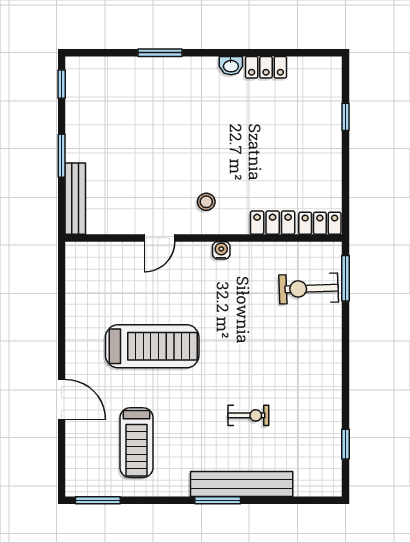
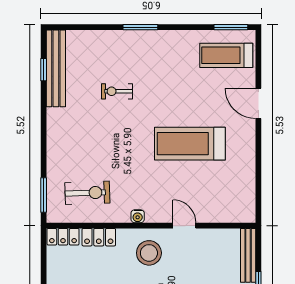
stool: (206, 202) -> (149, 253), width x1.89, depth x1.89
door: (159, 238) -> (184, 226), hinge flipped
exercise bike: (309, 289) -> (87, 193), moved
treadmill: (136, 443) -> (226, 55), moved, turned -90
bench: (242, 484) -> (56, 68), moved, turned 90

